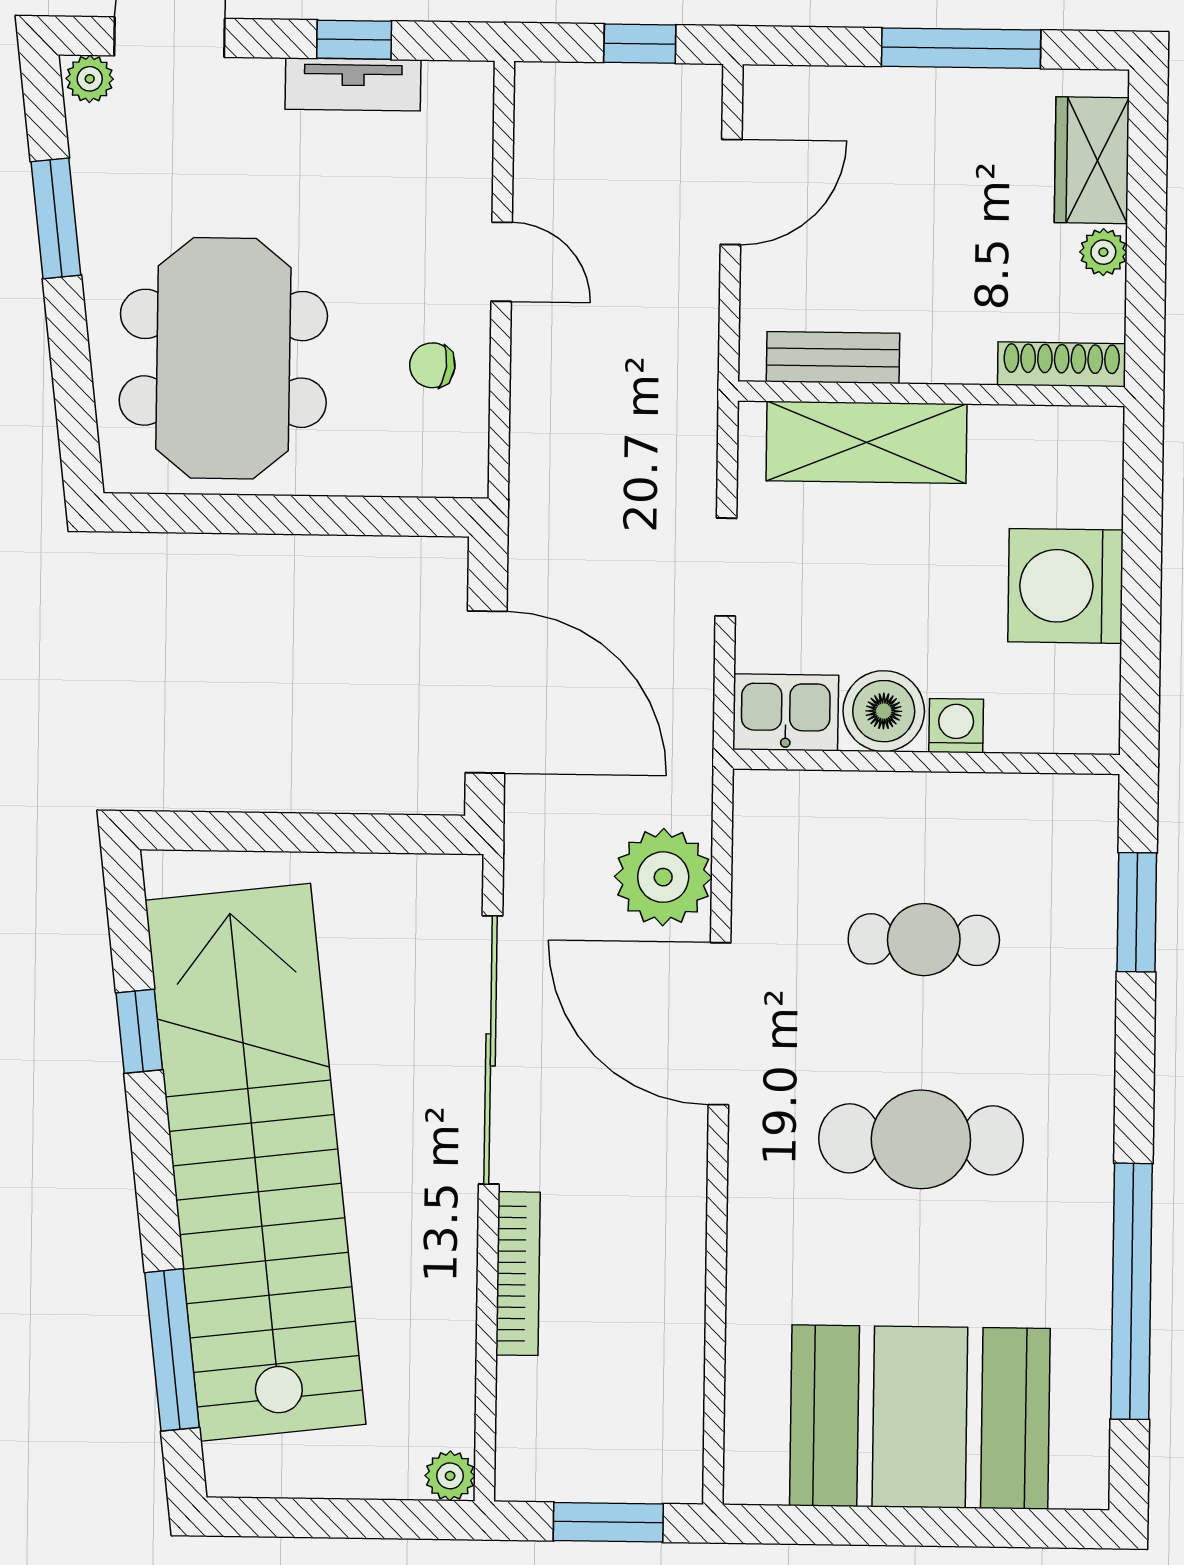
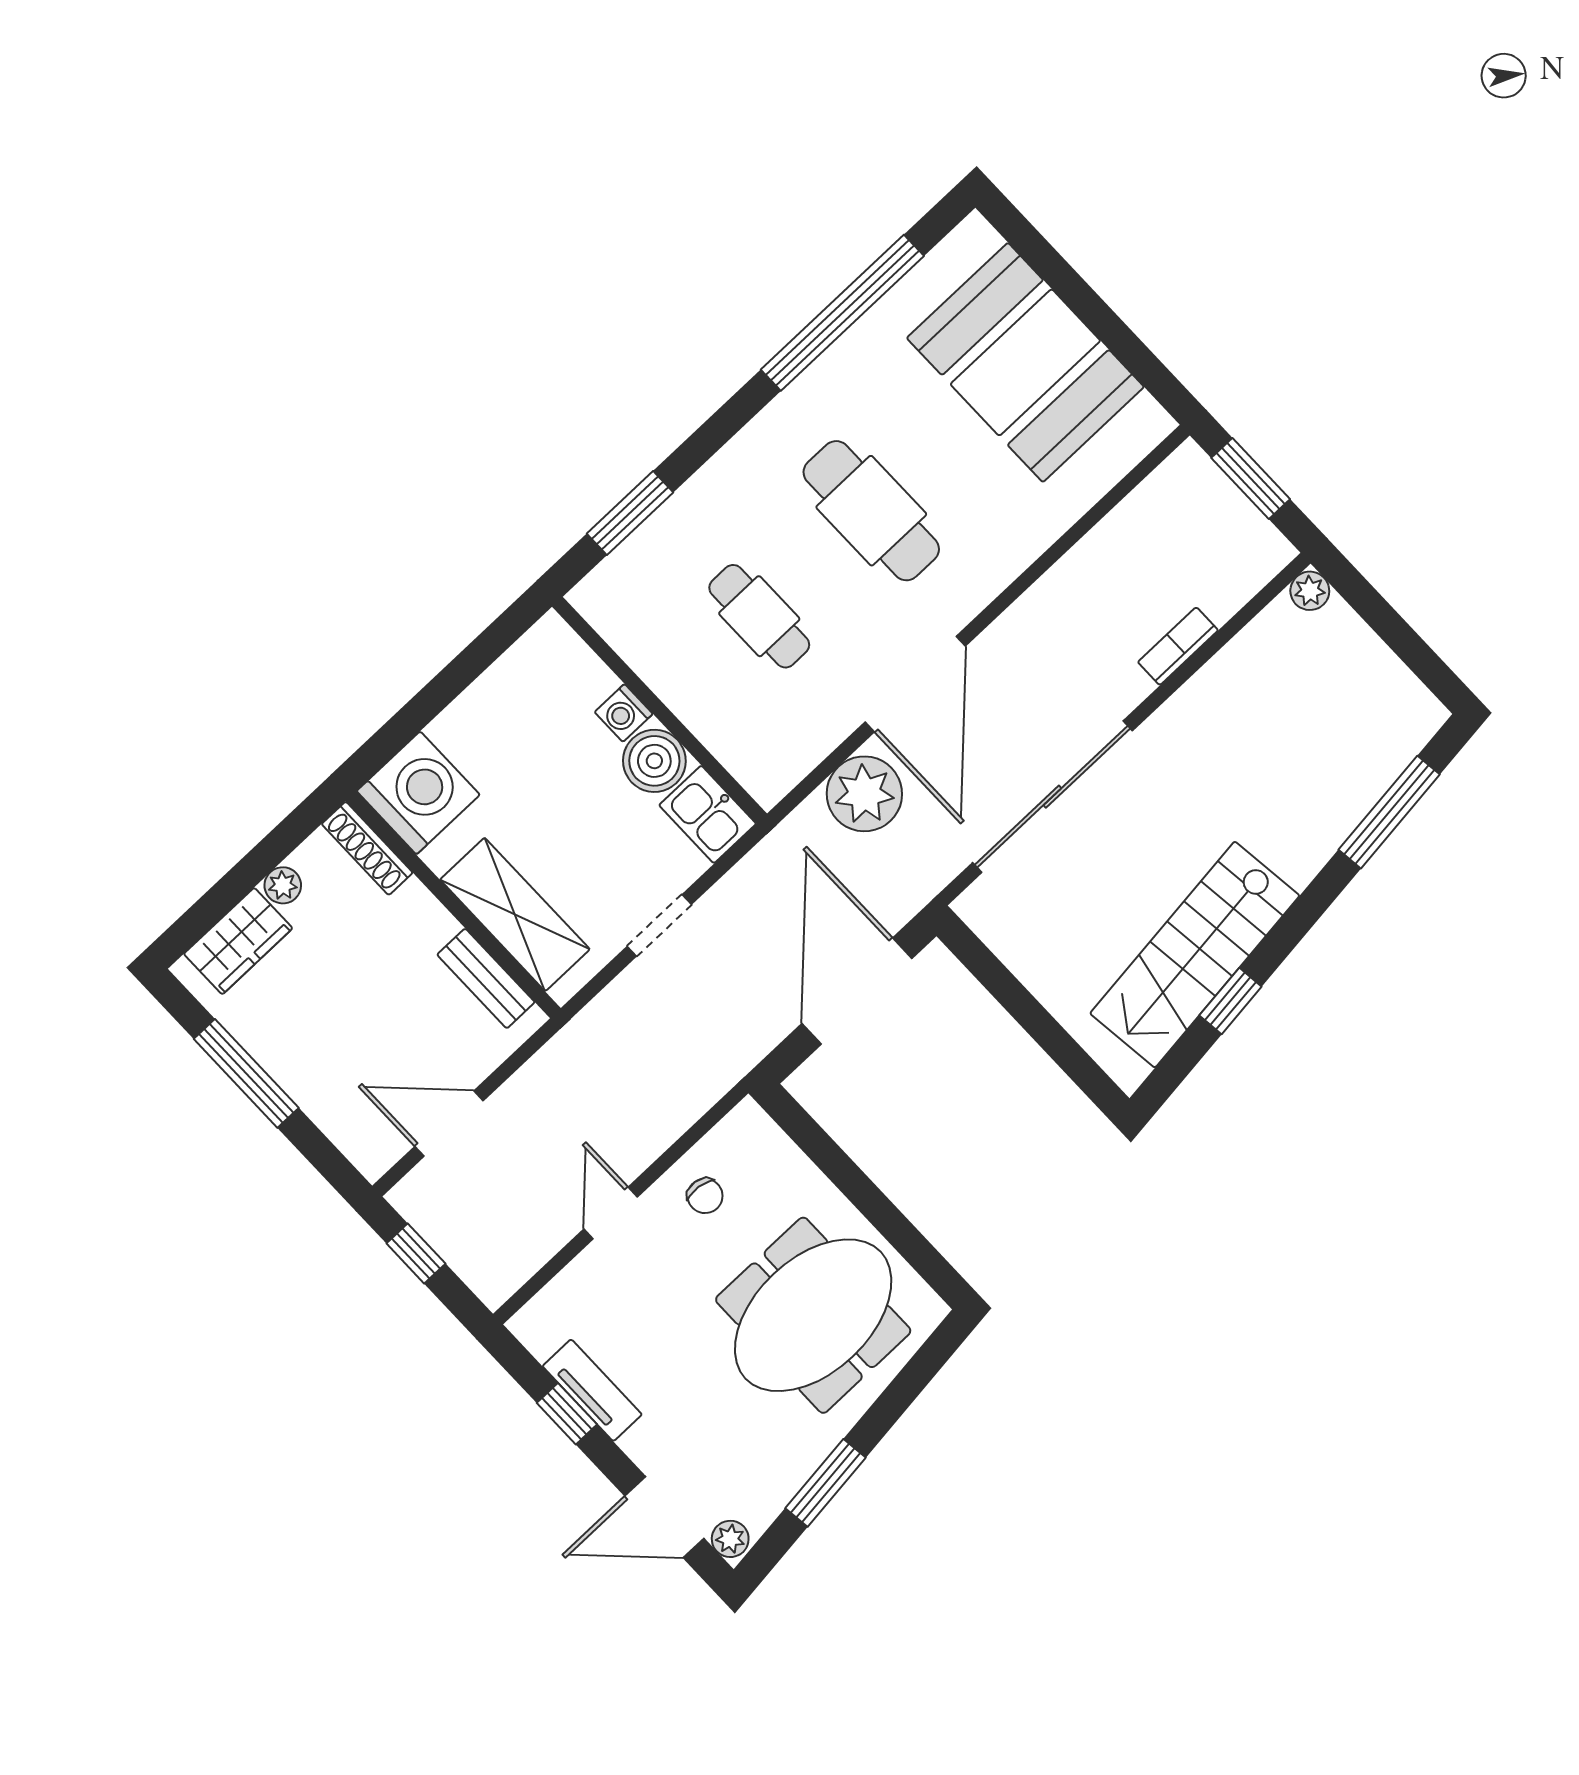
washing machine: (1065, 586) -> (418, 793), moved, turned -90
stairs: (255, 1162) -> (1195, 955), width x0.54, depth x0.66
bookcase: (518, 1274) -> (1178, 646), width x0.64

